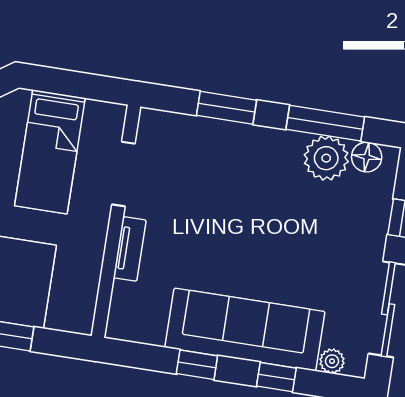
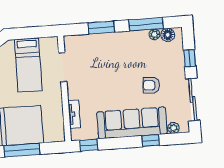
plant: (326, 158) -> (154, 34), width x0.53, depth x0.53
tv unit: (130, 249) -> (74, 114), moved
armchair: (306, 258) -> (151, 85), added
window: (197, 365) -> (89, 145), moved

